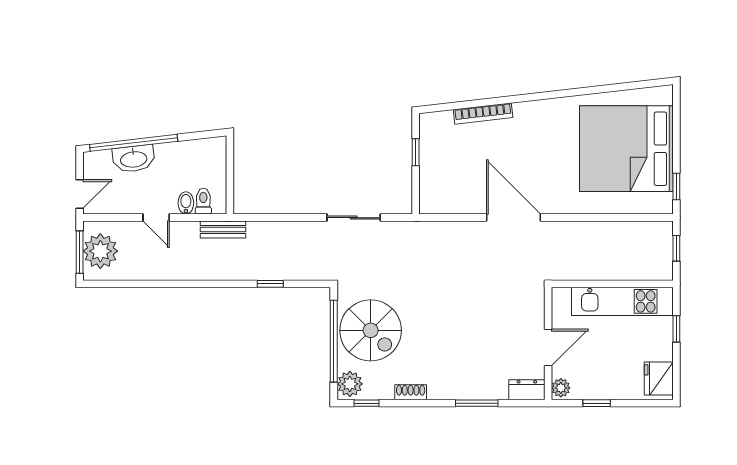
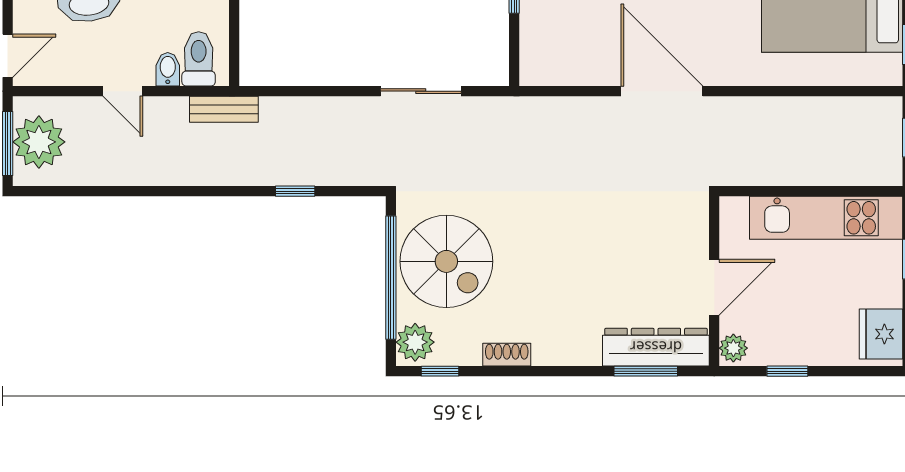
toilet: (203, 201) -> (199, 59), width x1.37, depth x1.39
dresser: (527, 390) -> (656, 347), width x1.96, depth x1.24
window: (477, 403) -> (646, 371), moved

